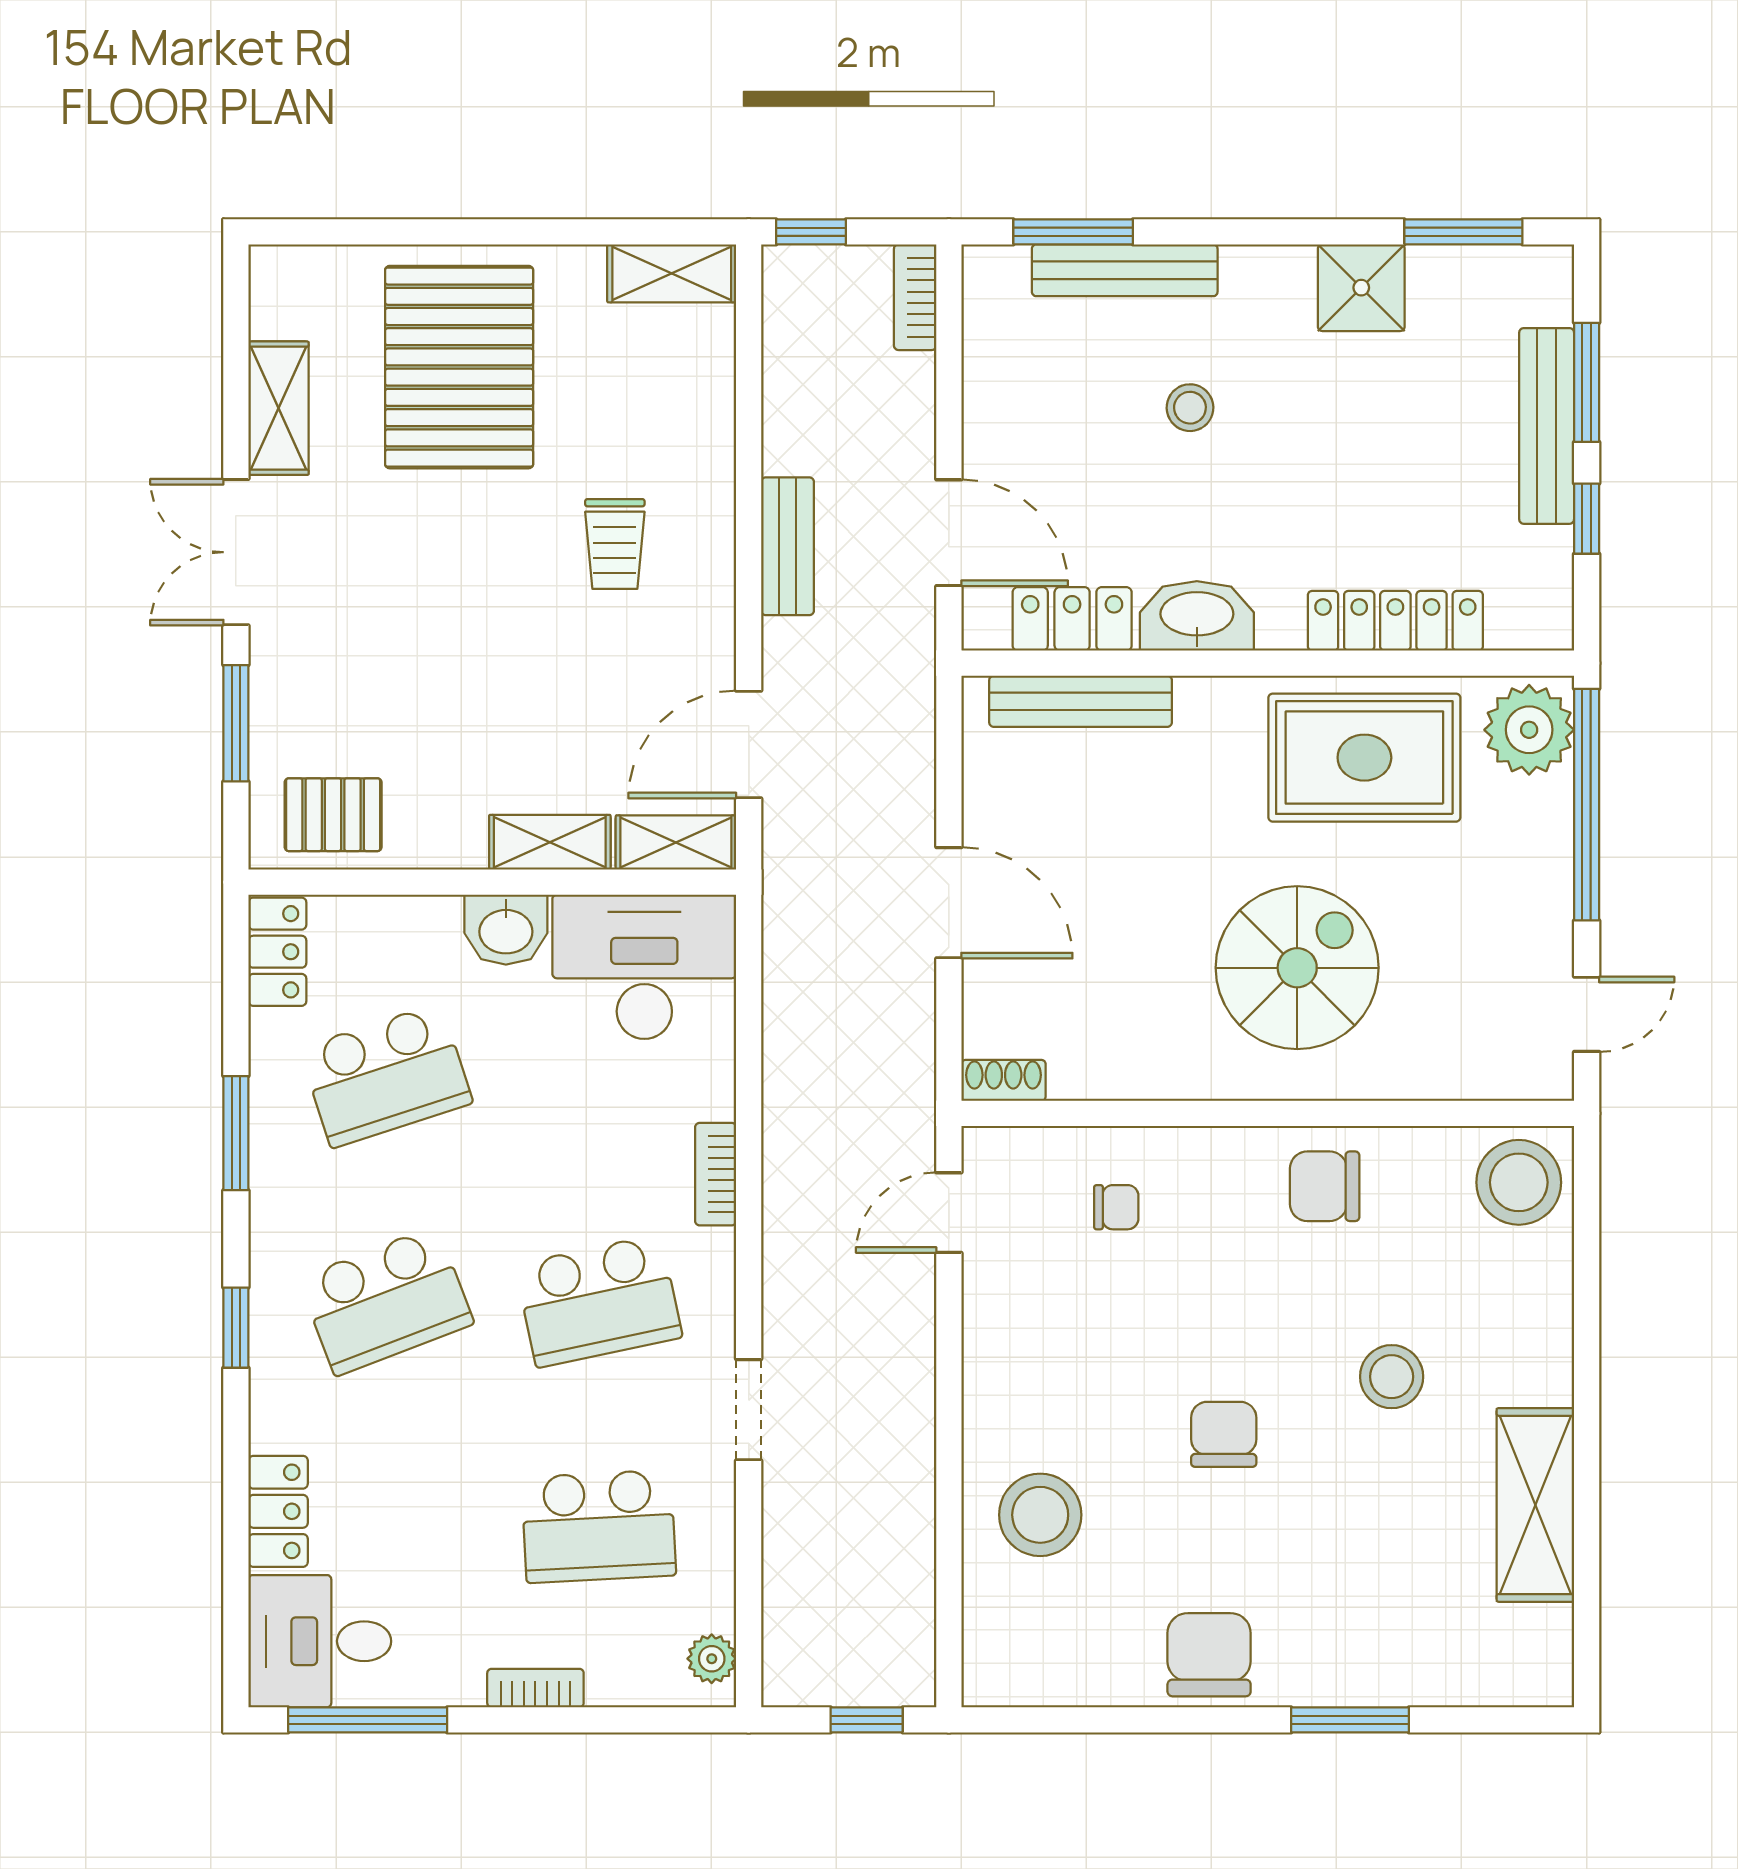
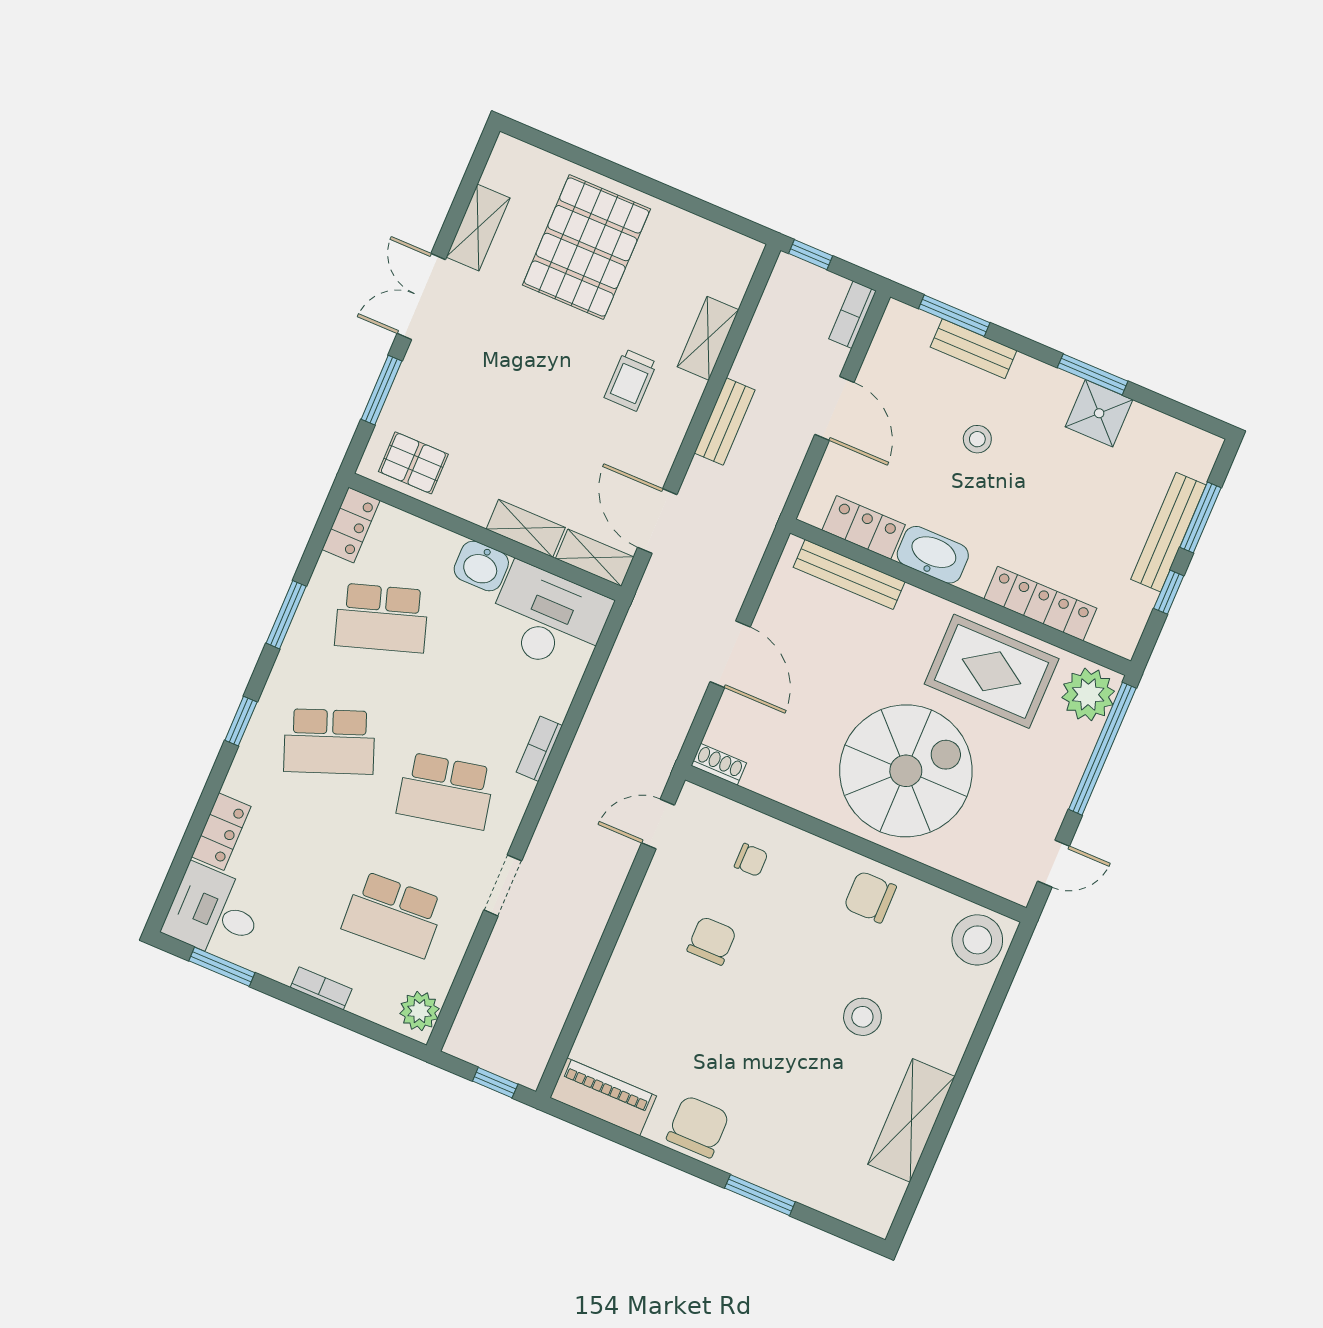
window: (1463, 232) -> (1093, 374), moved
bench: (1125, 270) -> (974, 349), width x0.73
shelving: (672, 273) -> (708, 338), moved, turned 90
door: (949, 533) -> (834, 408), moved
door: (749, 744) -> (657, 521), hinge flipped
spiral stairs: (1297, 968) -> (906, 771), width x1.37, depth x1.37
chair: (1224, 1434) -> (712, 941), moved
stool: (1040, 1515) -> (638, 1011), removed
plant: (712, 1659) -> (419, 1011), width x1.38, depth x1.38
piano: (1043, 1671) -> (603, 1097), added
window: (368, 1720) -> (222, 967), width x0.69

